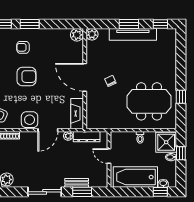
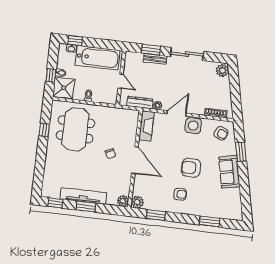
window: (30, 24) -> (156, 215), moved
armchair: (23, 47) -> (180, 194), moved
meeting table: (149, 101) -> (75, 129), turned 90

